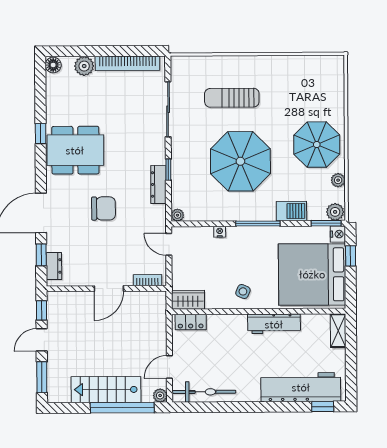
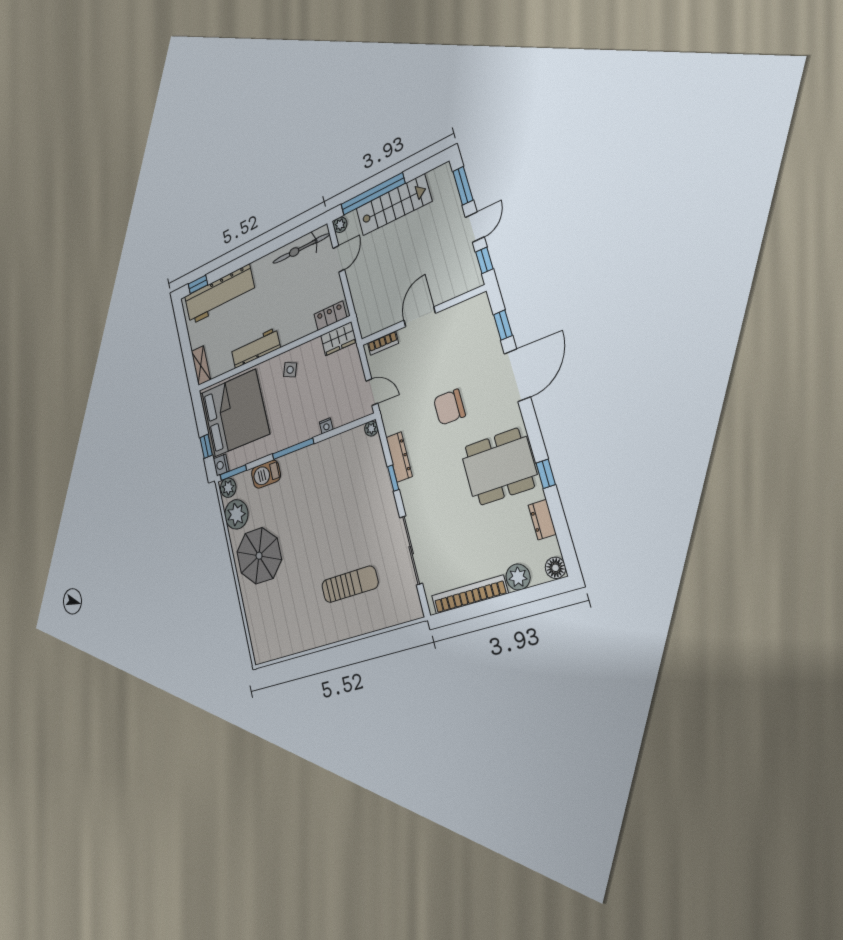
parasol: (240, 161) -> (325, 513), removed
plant: (338, 180) -> (236, 514), width x1.88, depth x1.88
dresser: (54, 266) -> (542, 520), moved

